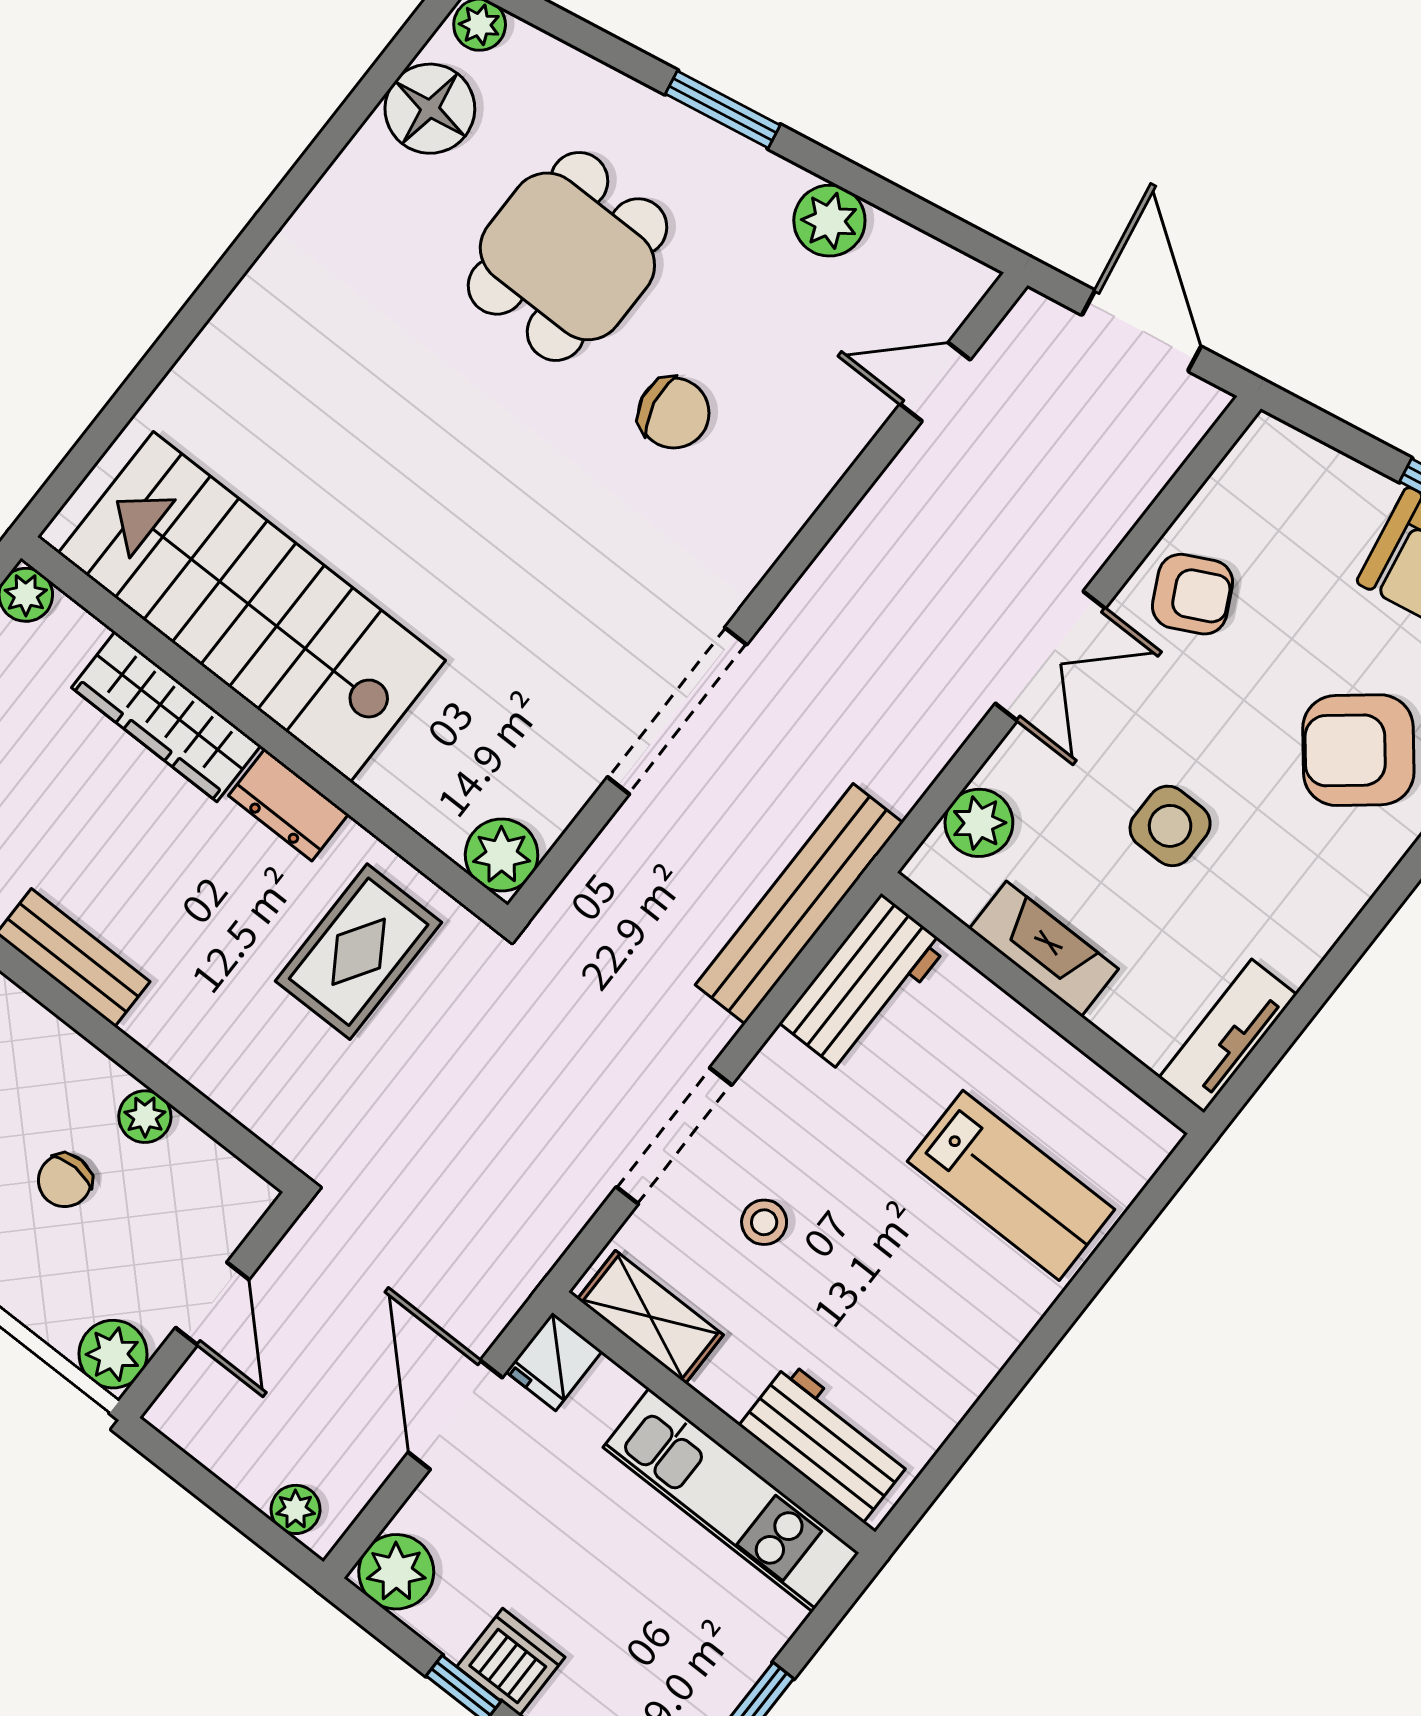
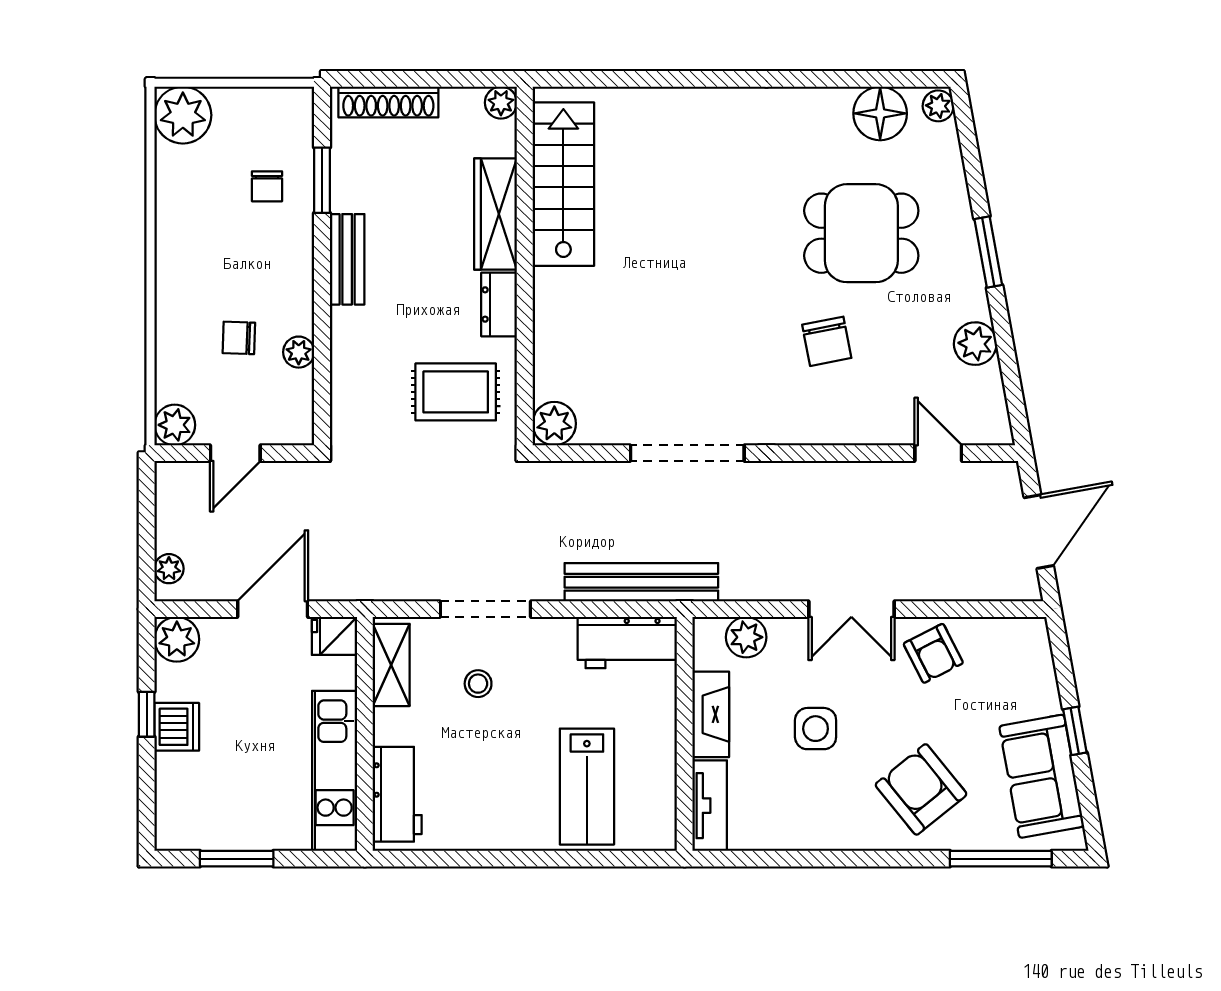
stairs: (252, 607) -> (563, 184), width x0.73, depth x0.66
tv unit: (1228, 1036) -> (710, 806), moved, turned 90

